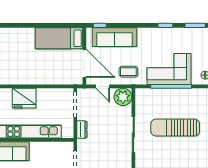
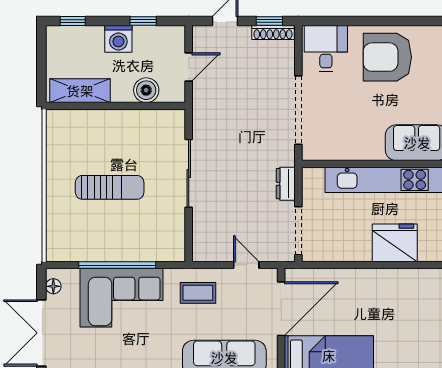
door: (84, 63) -> (281, 309), swing flipped
plant: (123, 97) -> (208, 245), removed
sun lounger: (175, 128) -> (110, 187), width x0.73, depth x0.75

